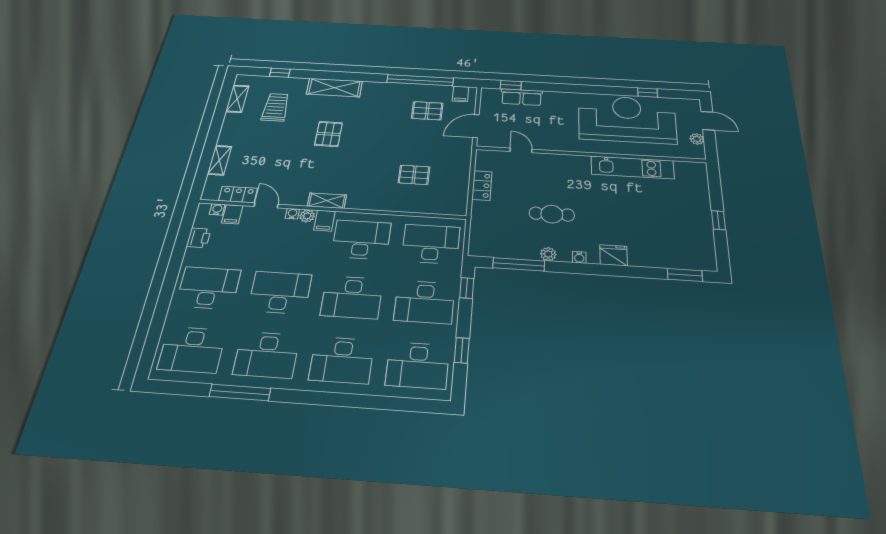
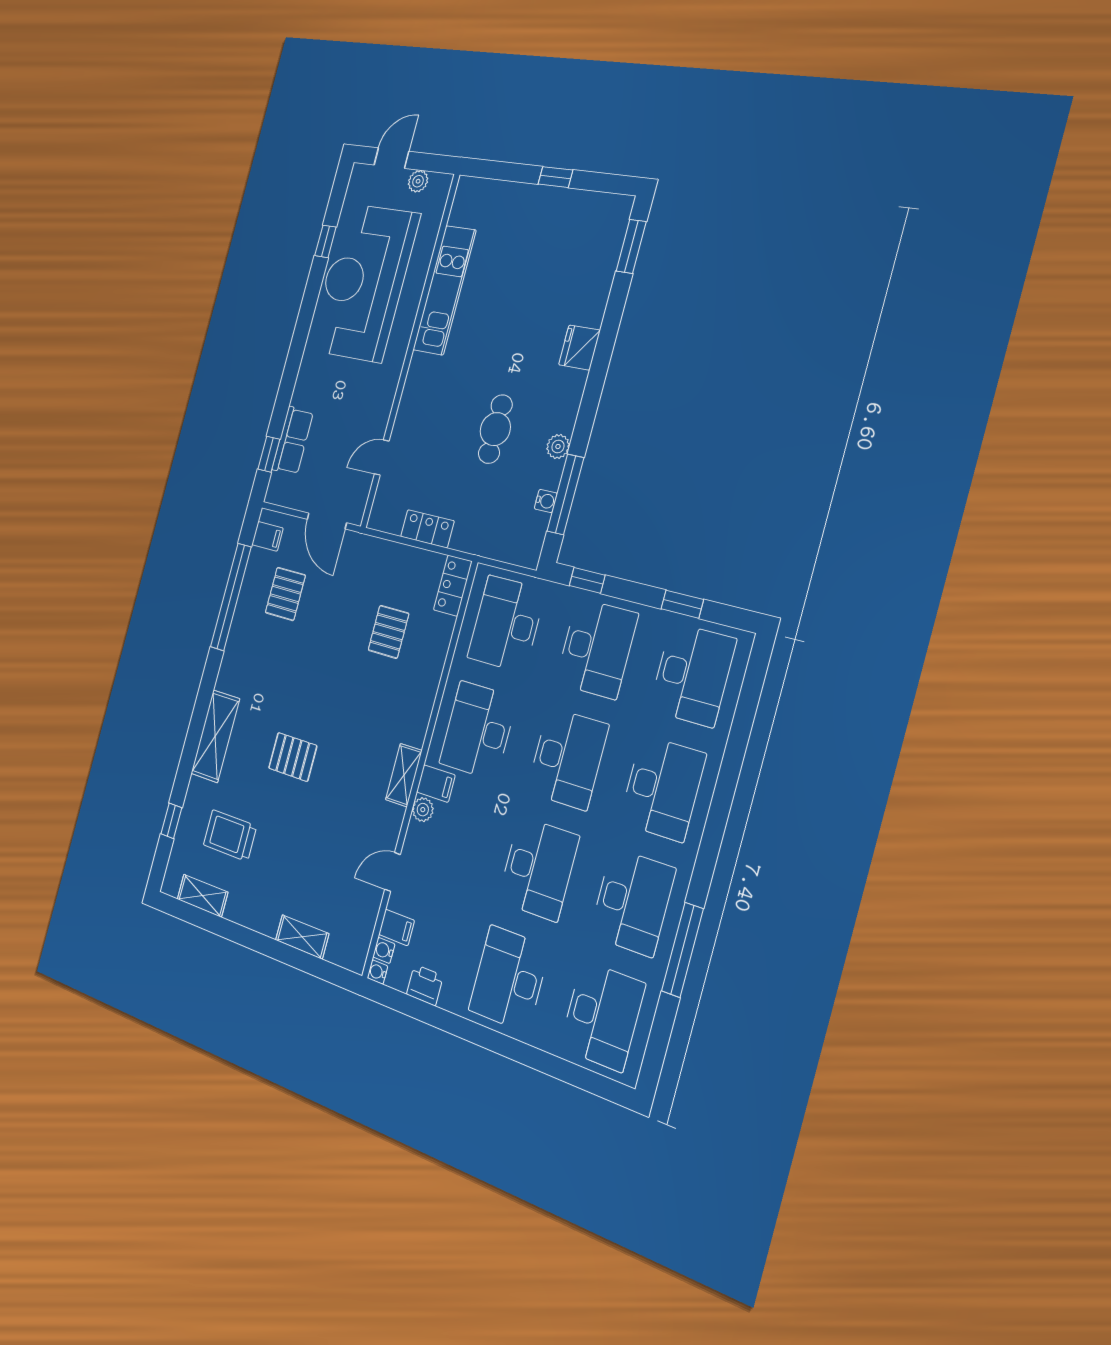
locker: (238, 194) -> (453, 586), moved
water cooler: (292, 214) -> (377, 972), moved
water cooler: (579, 257) -> (546, 501), moved
desk: (280, 292) -> (538, 869), turned 180

